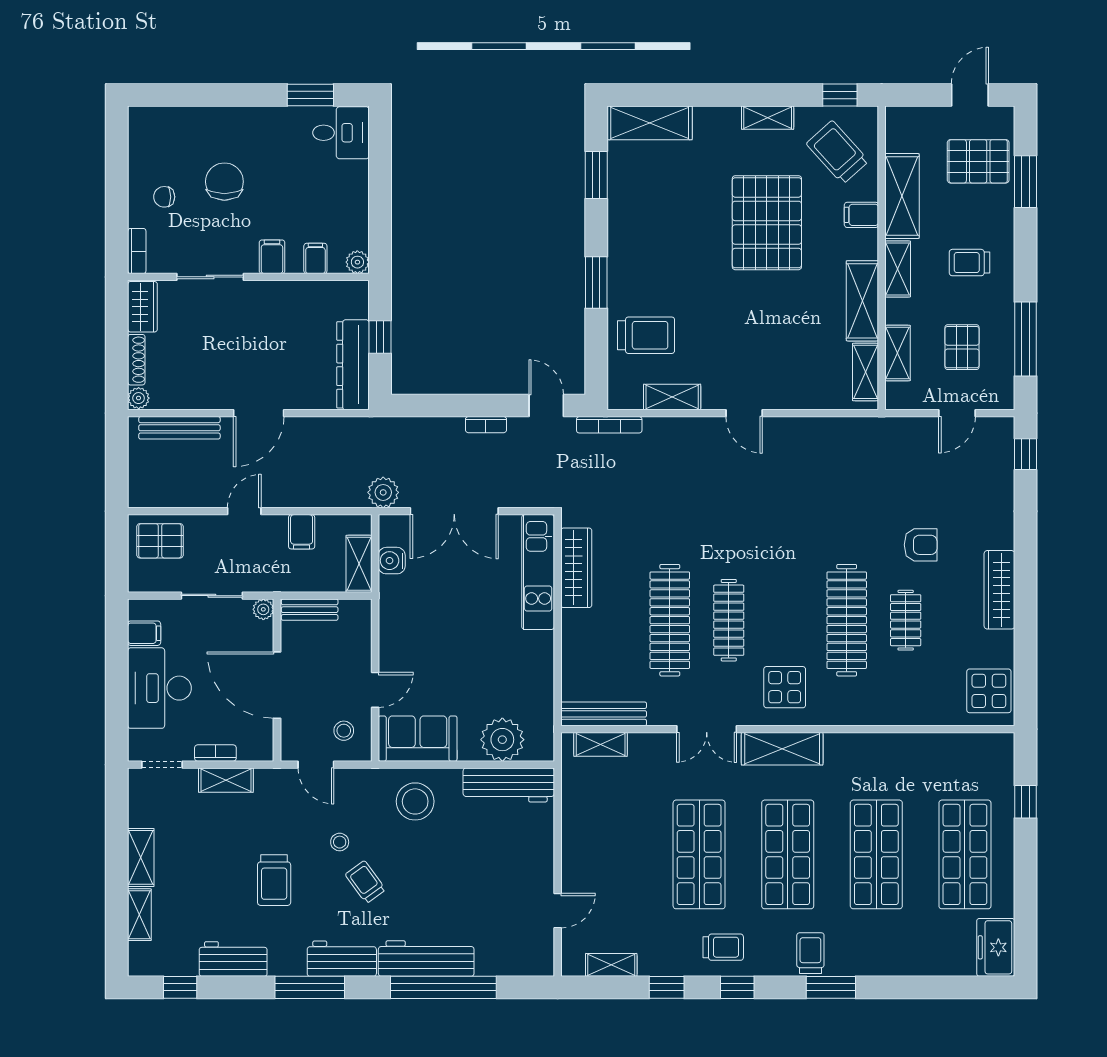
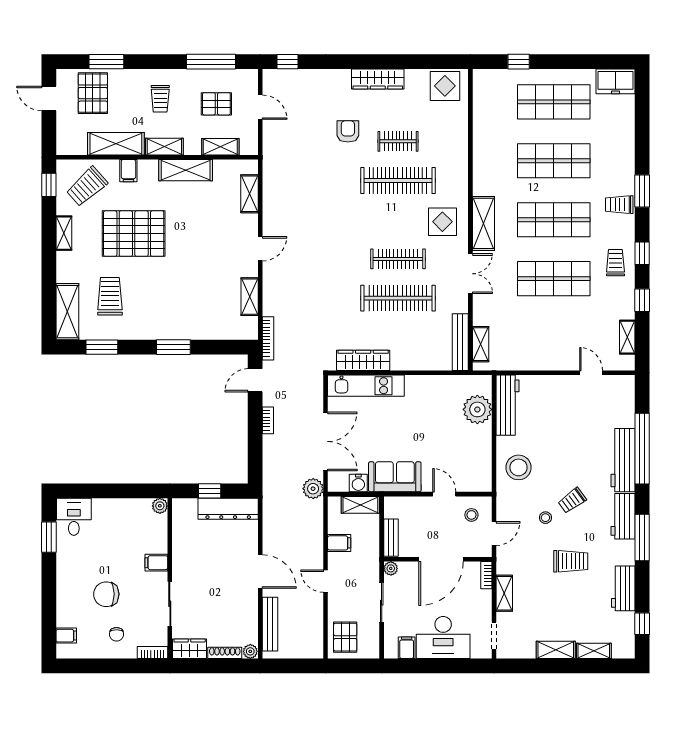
filing cabinet: (315, 258) -> (66, 636), moved, turned 180
trolley: (646, 335) -> (110, 296), moved
shelving: (865, 372) -> (250, 194), moved, turned 90
sofa: (418, 739) -> (395, 477), moved, turned 90
bookcase: (215, 753) -> (486, 575), moved

